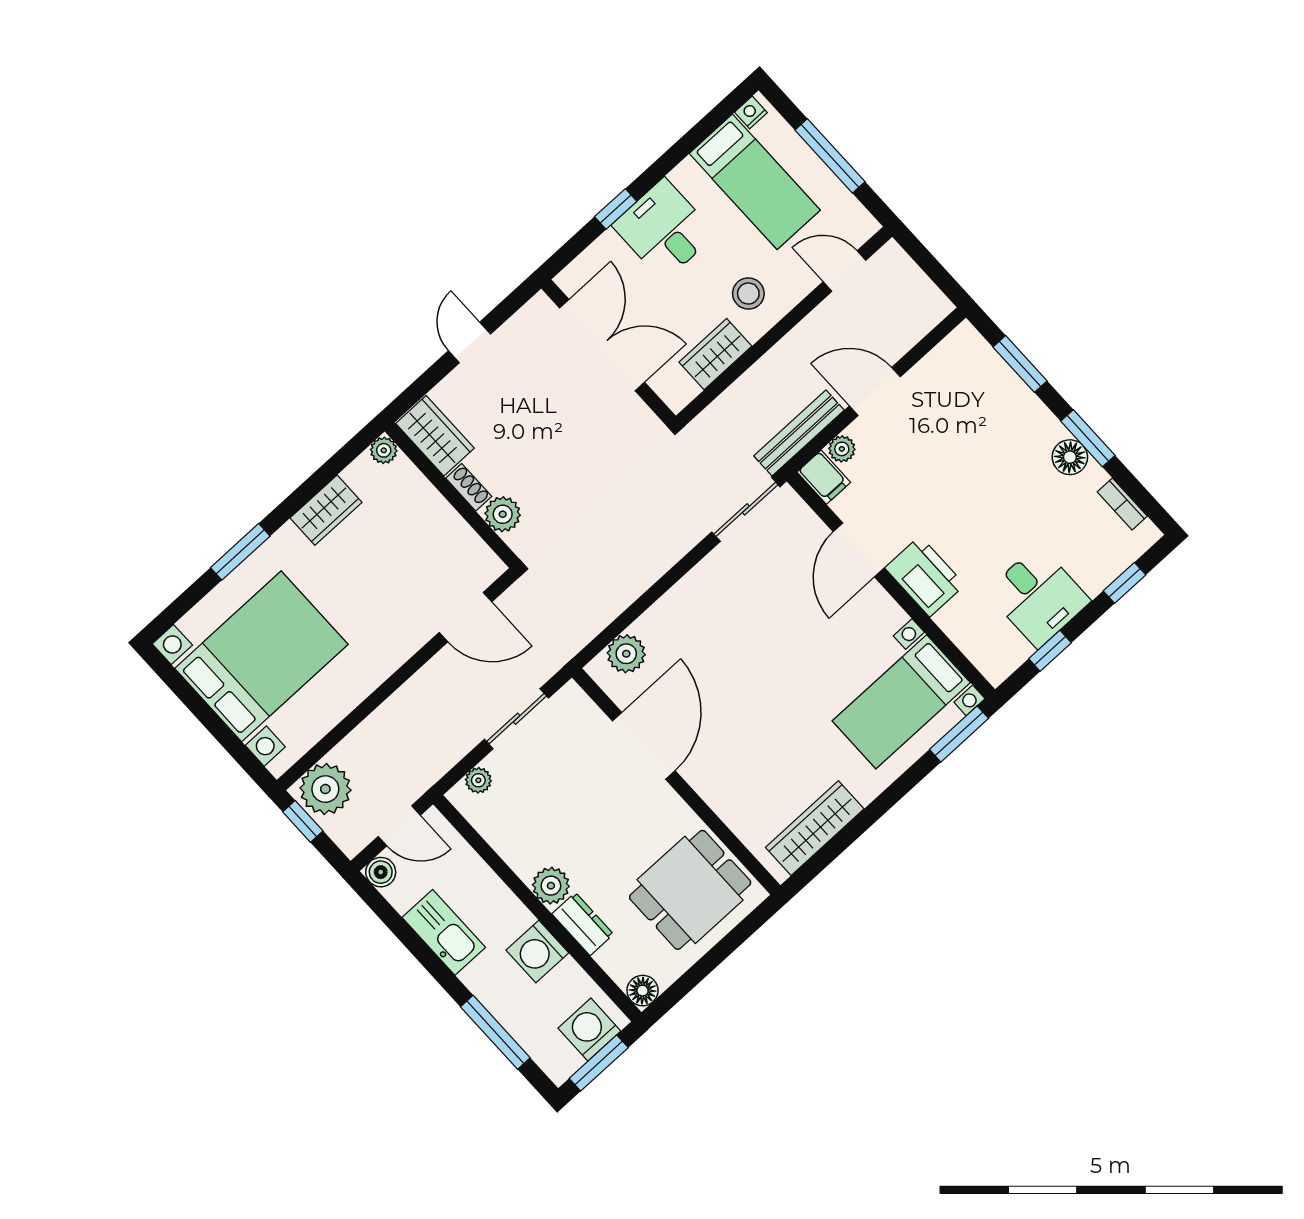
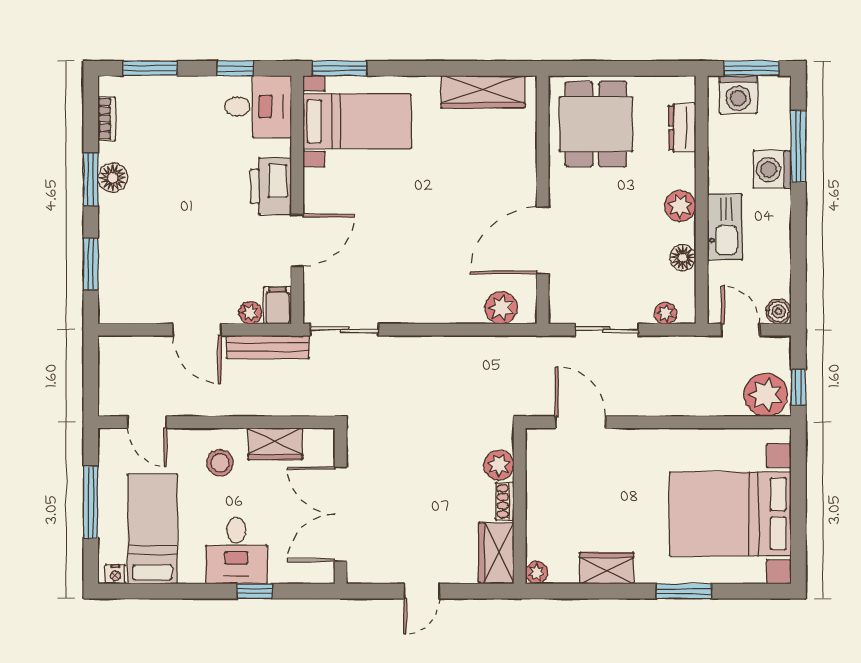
window: (1124, 583) -> (150, 68), width x1.50
desk: (1038, 596) -> (258, 107), moved, turned 90
dining table: (690, 890) -> (596, 124), turned 90
dresser: (583, 924) -> (682, 128), moved
kitchen sink: (444, 932) -> (725, 227), moved, turned 180
washing machine: (537, 951) -> (772, 170), moved, turned 180
floor lamp: (643, 991) -> (683, 258), moved

